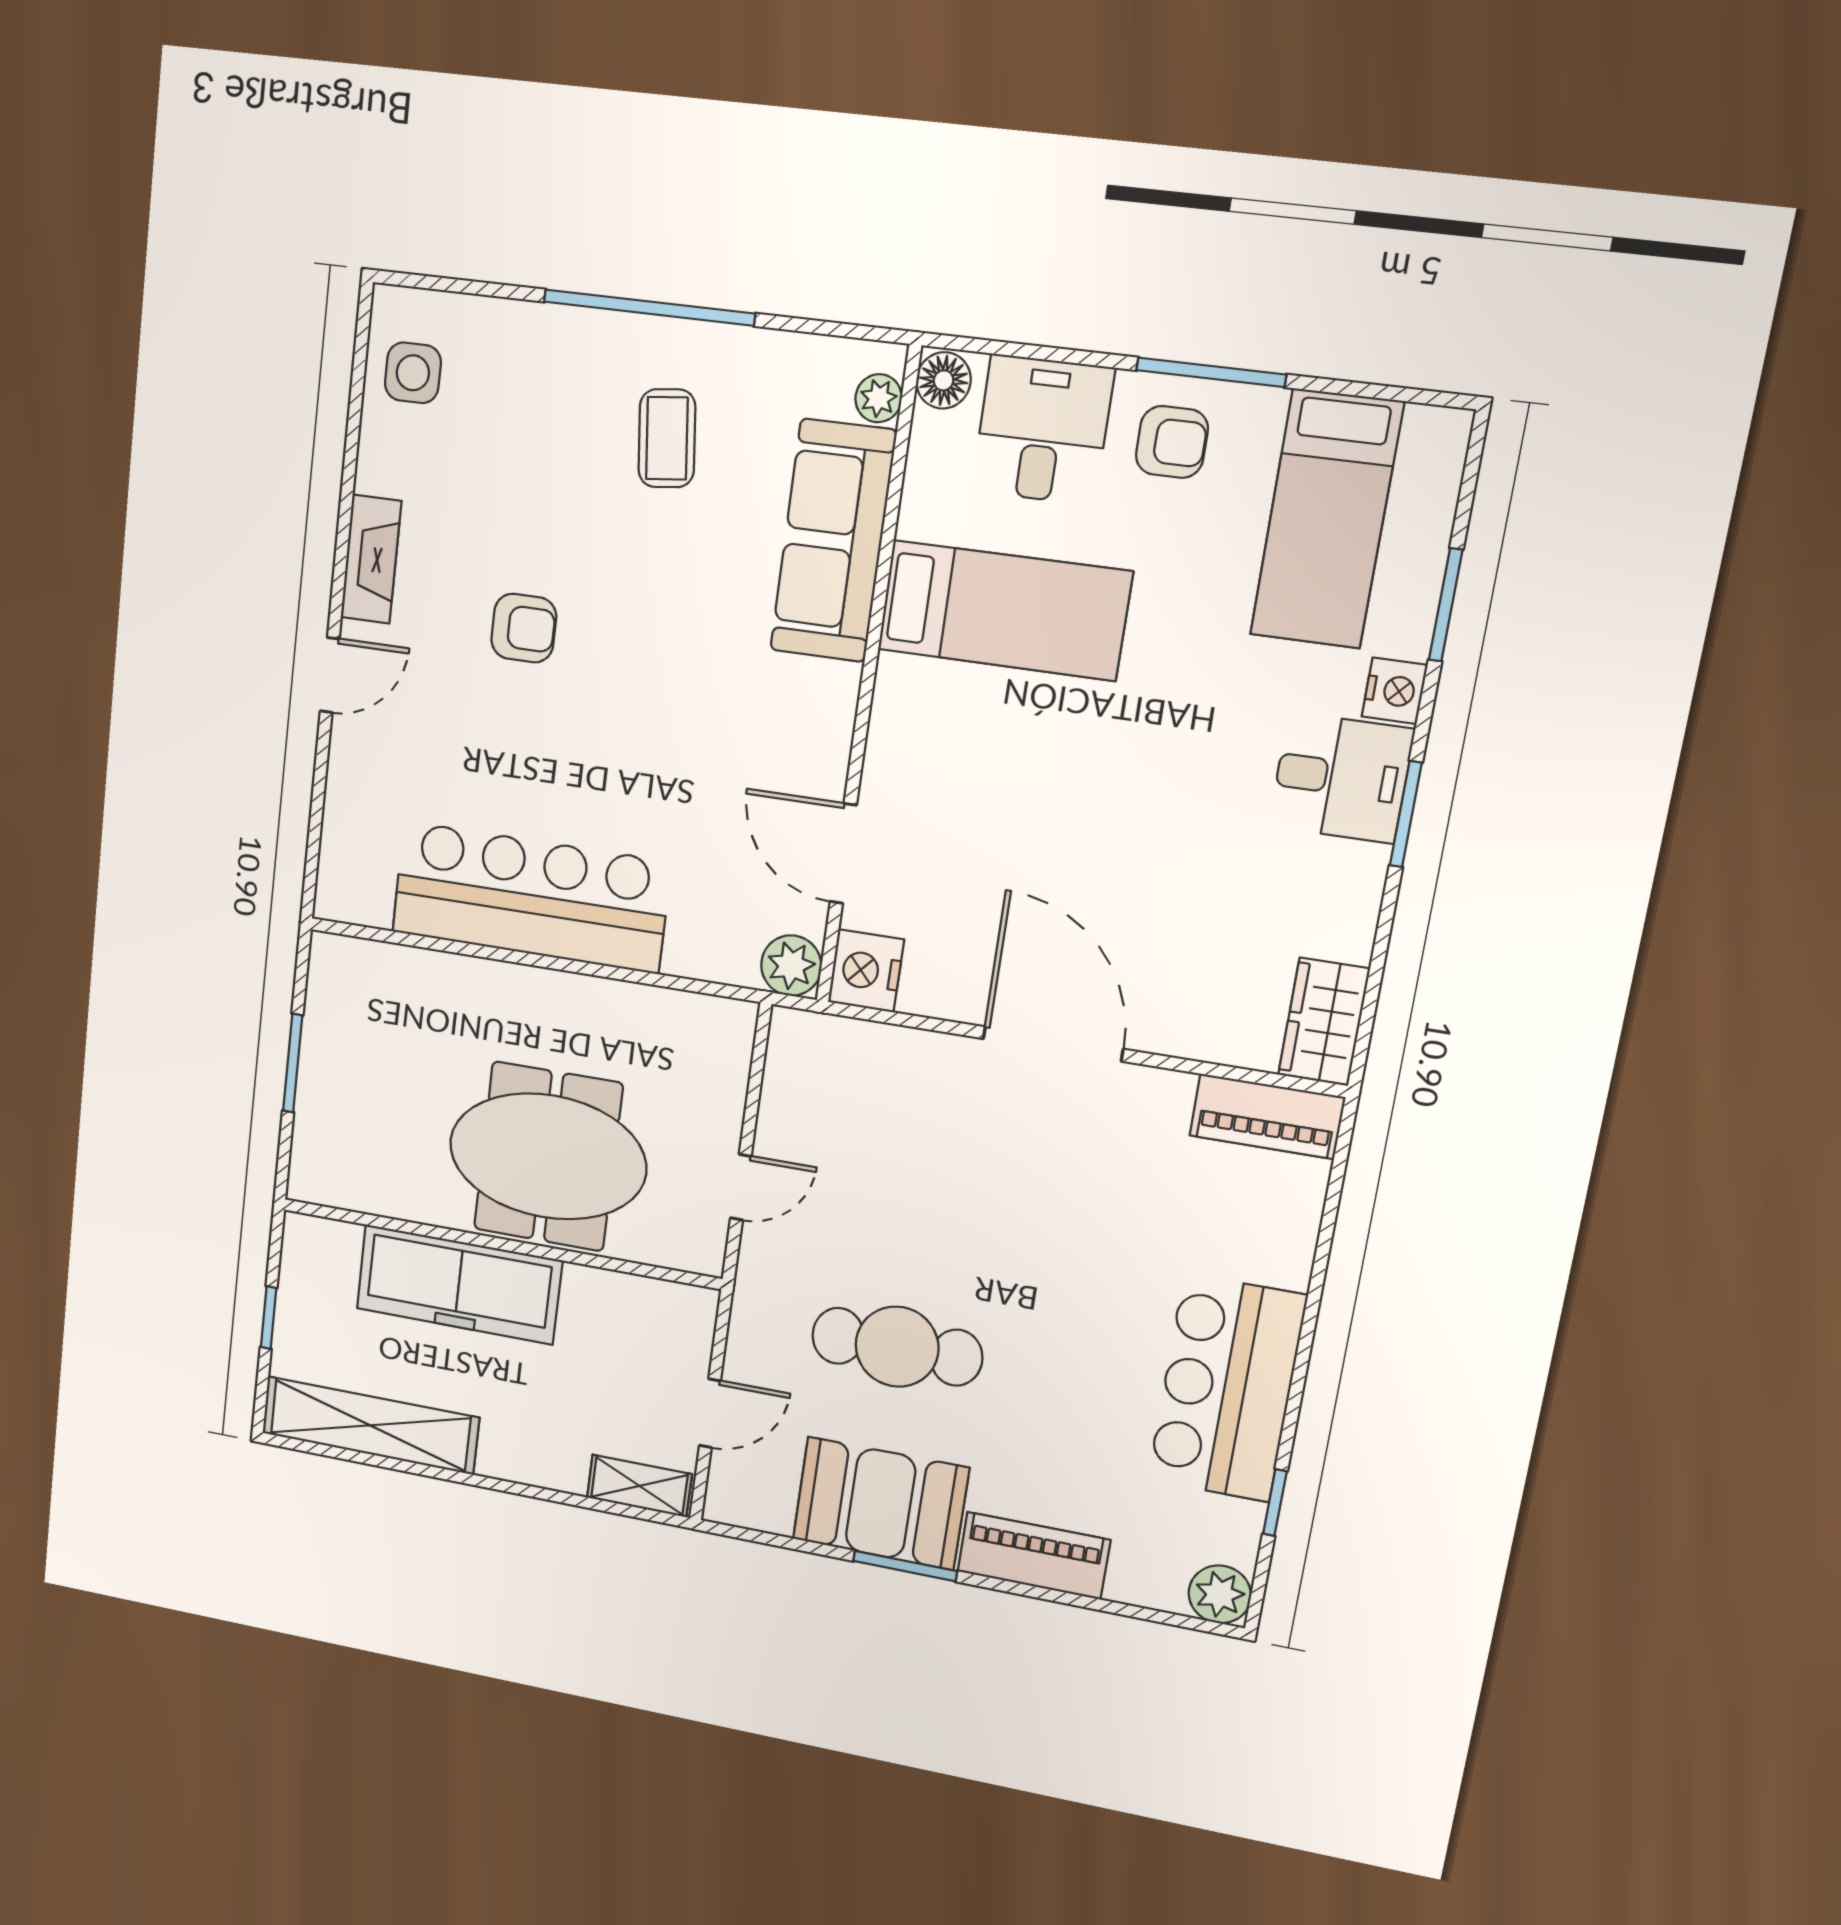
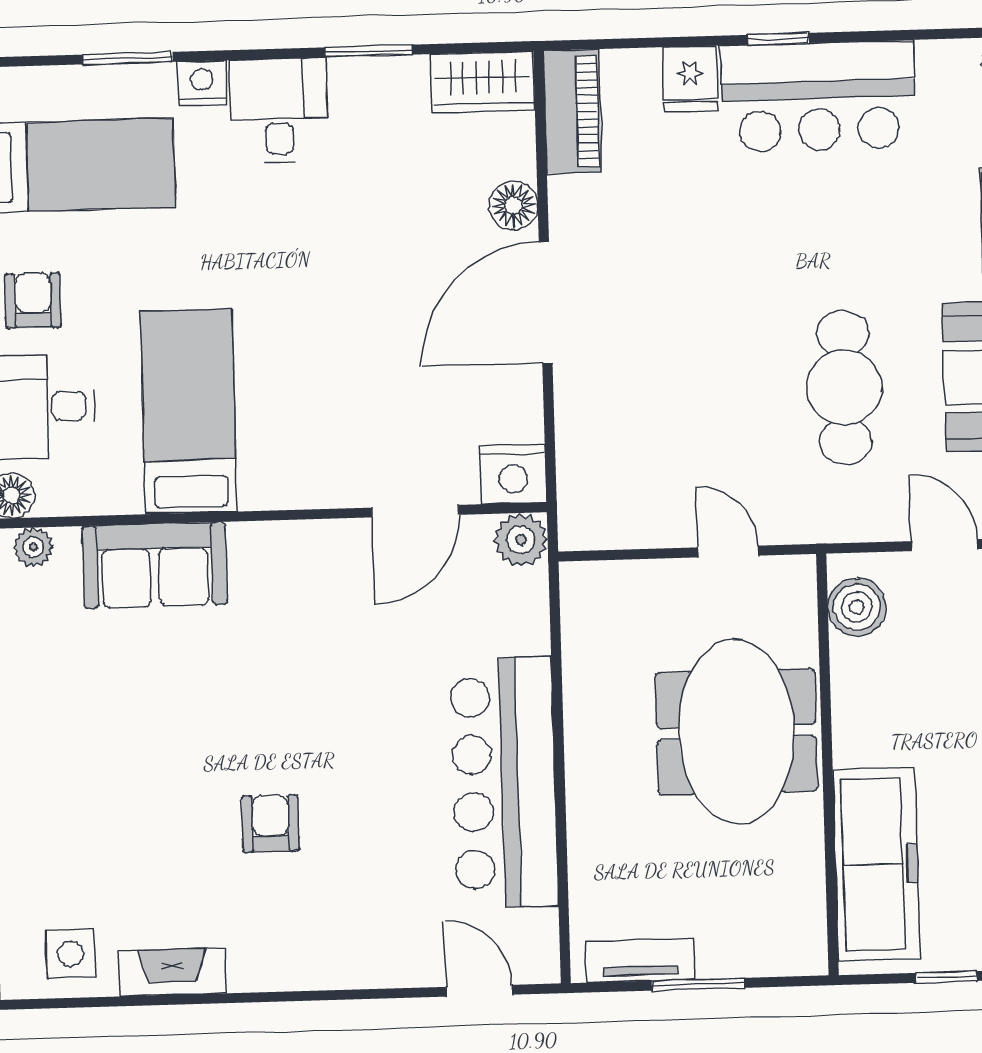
coffee table: (667, 438) -> (92, 722), removed
sofa: (833, 541) -> (155, 565), width x0.73
fireplace: (371, 559) -> (172, 972), moved
door: (330, 675) -> (479, 991), moved
window: (1406, 814) -> (369, 51), moved
tv unit: (325, 1007) -> (640, 960), added
floor lamp: (1172, 1029) -> (513, 205), added
fridge: (1277, 1254) -> (690, 79), added
freezer: (459, 1285) -> (876, 864), moved
boiler: (660, 1309) -> (857, 607), added
window: (1275, 1503) -> (778, 39), moved

